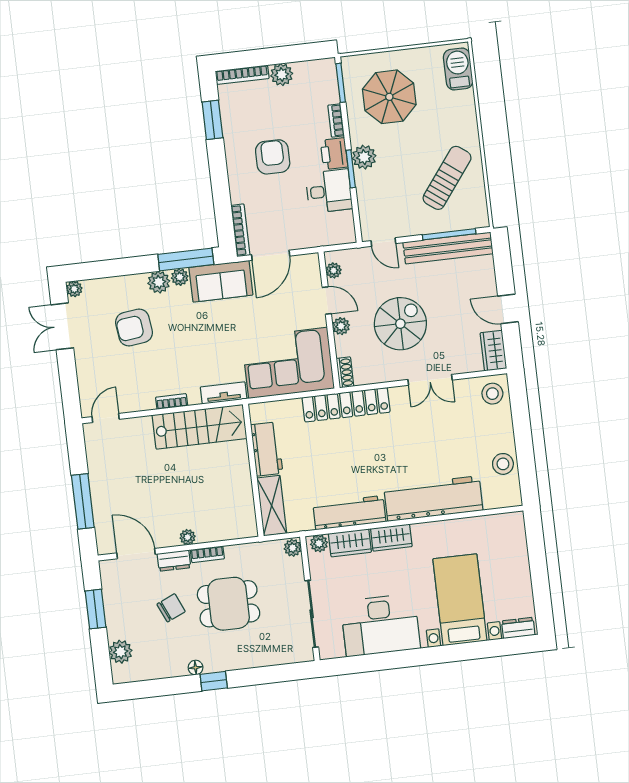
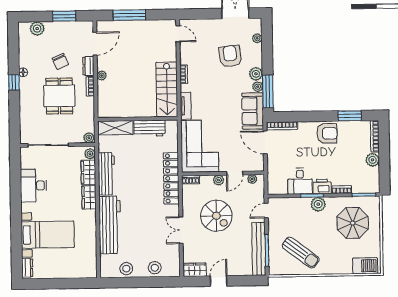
armchair: (273, 157) -> (327, 133), moved
plant: (74, 289) -> (257, 38), moved
stool: (492, 394) -> (155, 268), moved
desk: (380, 625) -> (33, 186), width x0.73, depth x0.77

